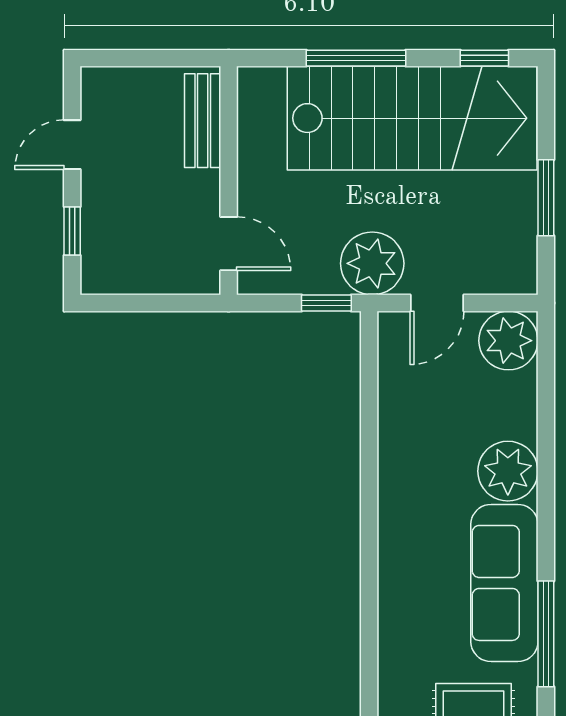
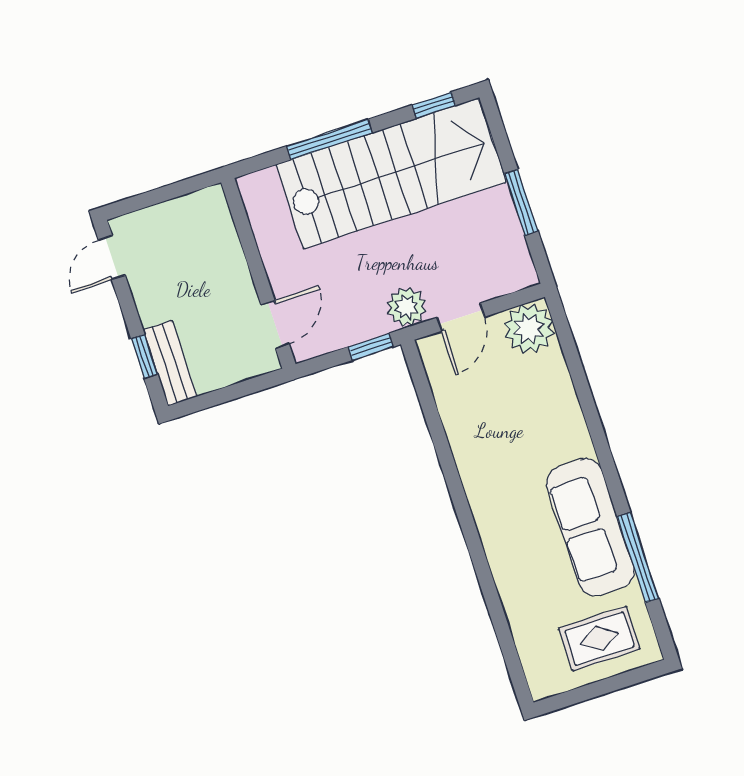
bench: (203, 121) -> (170, 363), moved
door: (72, 145) -> (112, 257), moved
door: (229, 244) -> (275, 325), hinge flipped
plant: (372, 263) -> (406, 307), width x0.73, depth x0.73
plant: (508, 471) -> (563, 435), removed

